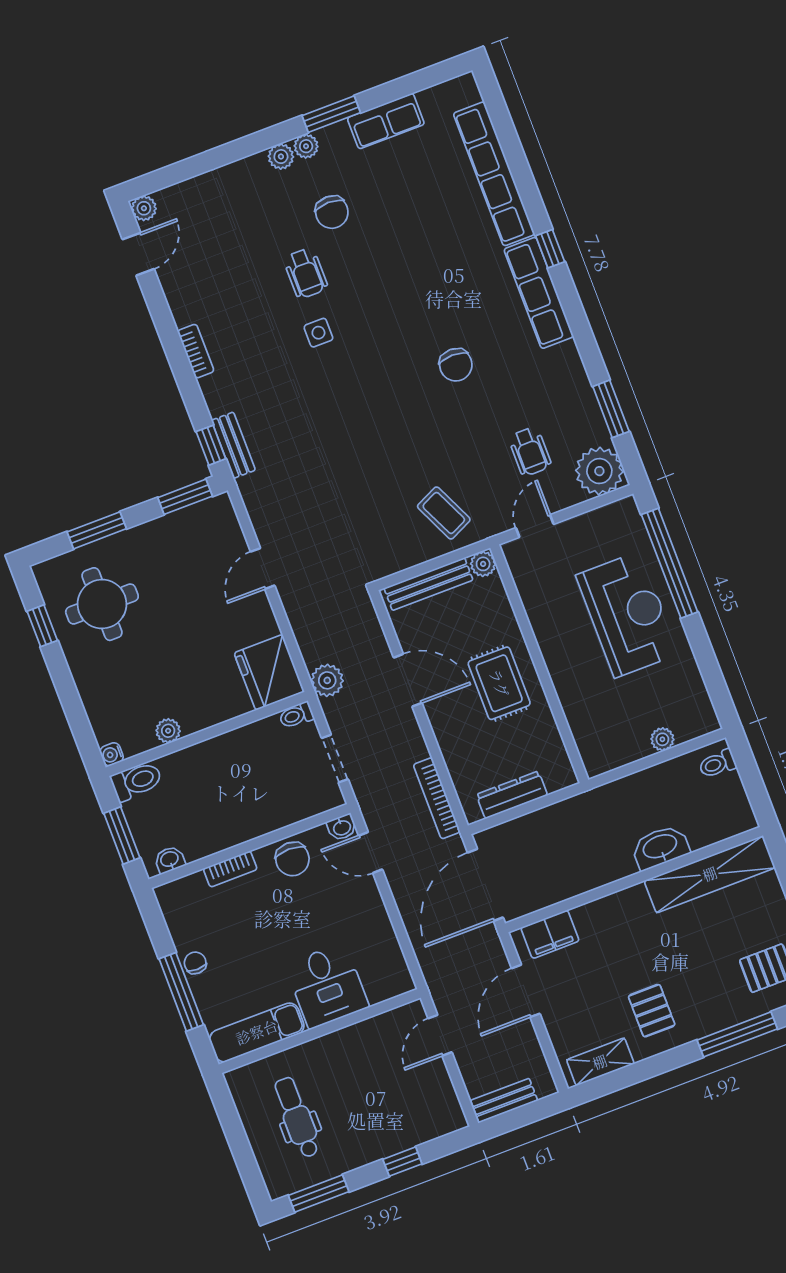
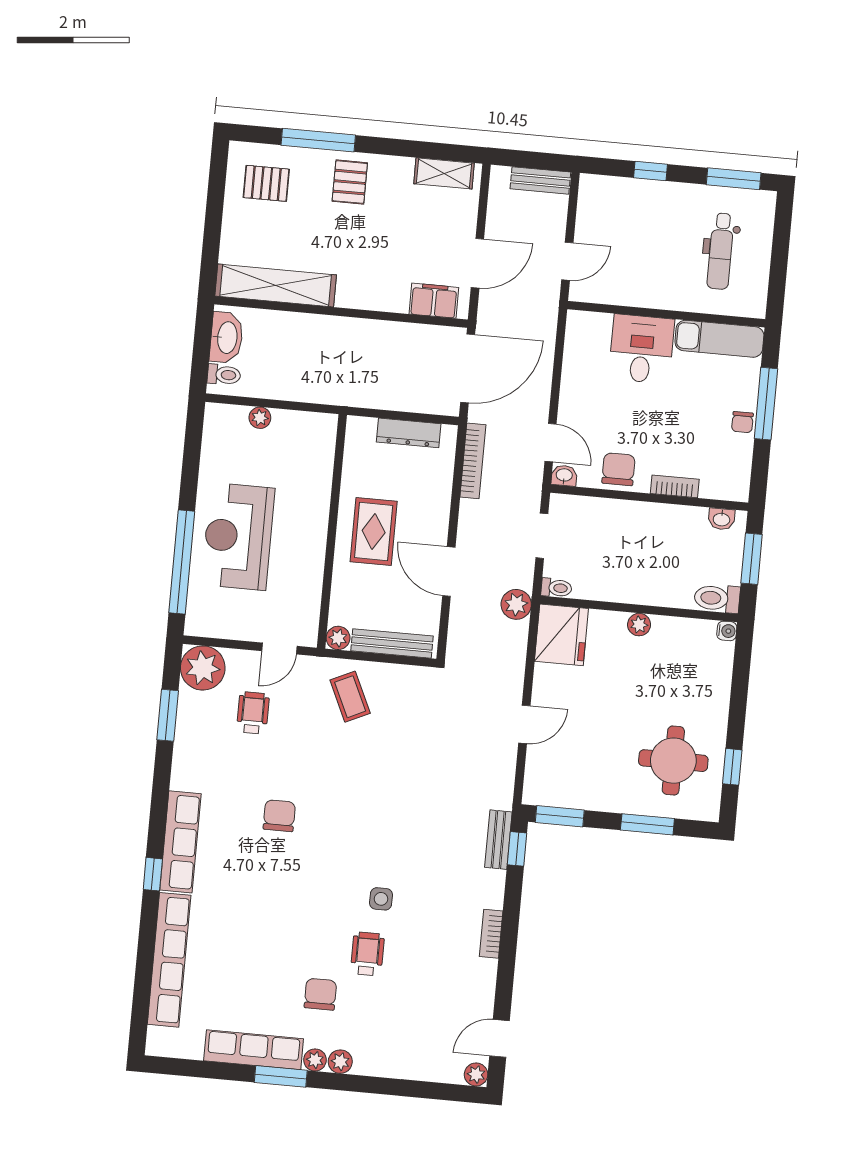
row of seats: (386, 121) -> (254, 1050), width x1.48
plant: (168, 731) -> (639, 625), moved
washbasin: (660, 847) -> (226, 337), moved, turned -90
pallet: (652, 1011) -> (350, 182), moved

